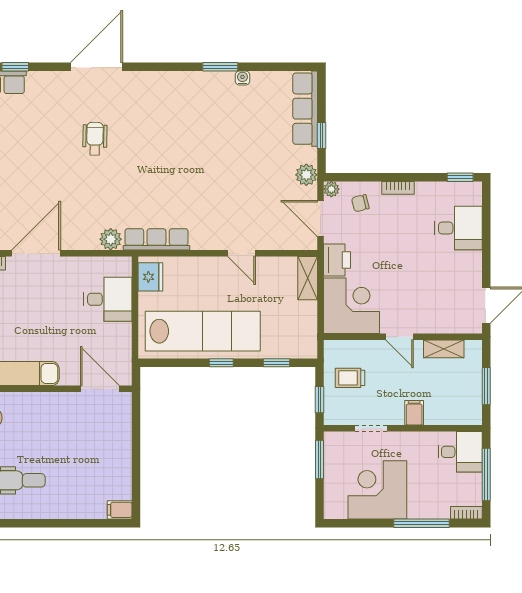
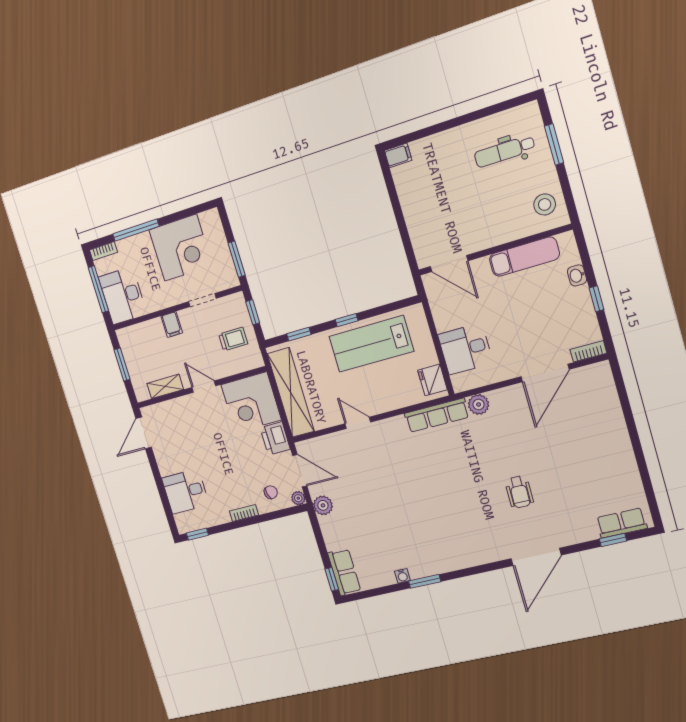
row of seats: (305, 109) -> (344, 572), width x0.68
window: (322, 136) -> (332, 579), moved
shelving: (308, 278) -> (291, 393), width x2.20, depth x1.33
lab bench: (203, 331) -> (371, 344), width x0.73
desk: (460, 452) -> (123, 296), width x1.37

